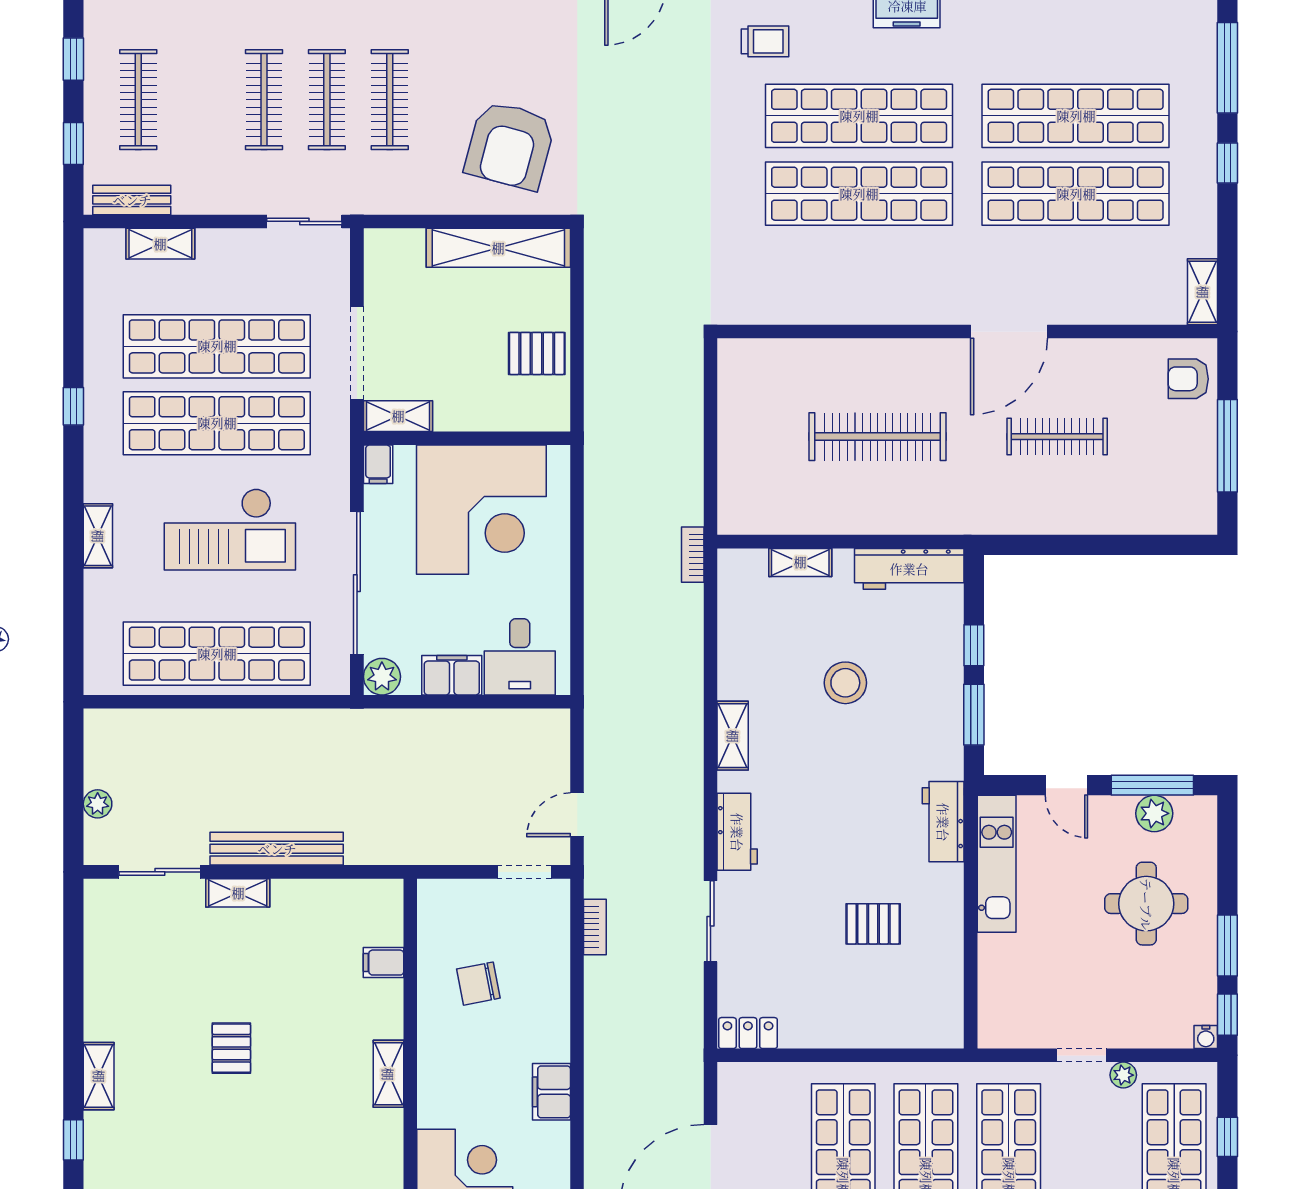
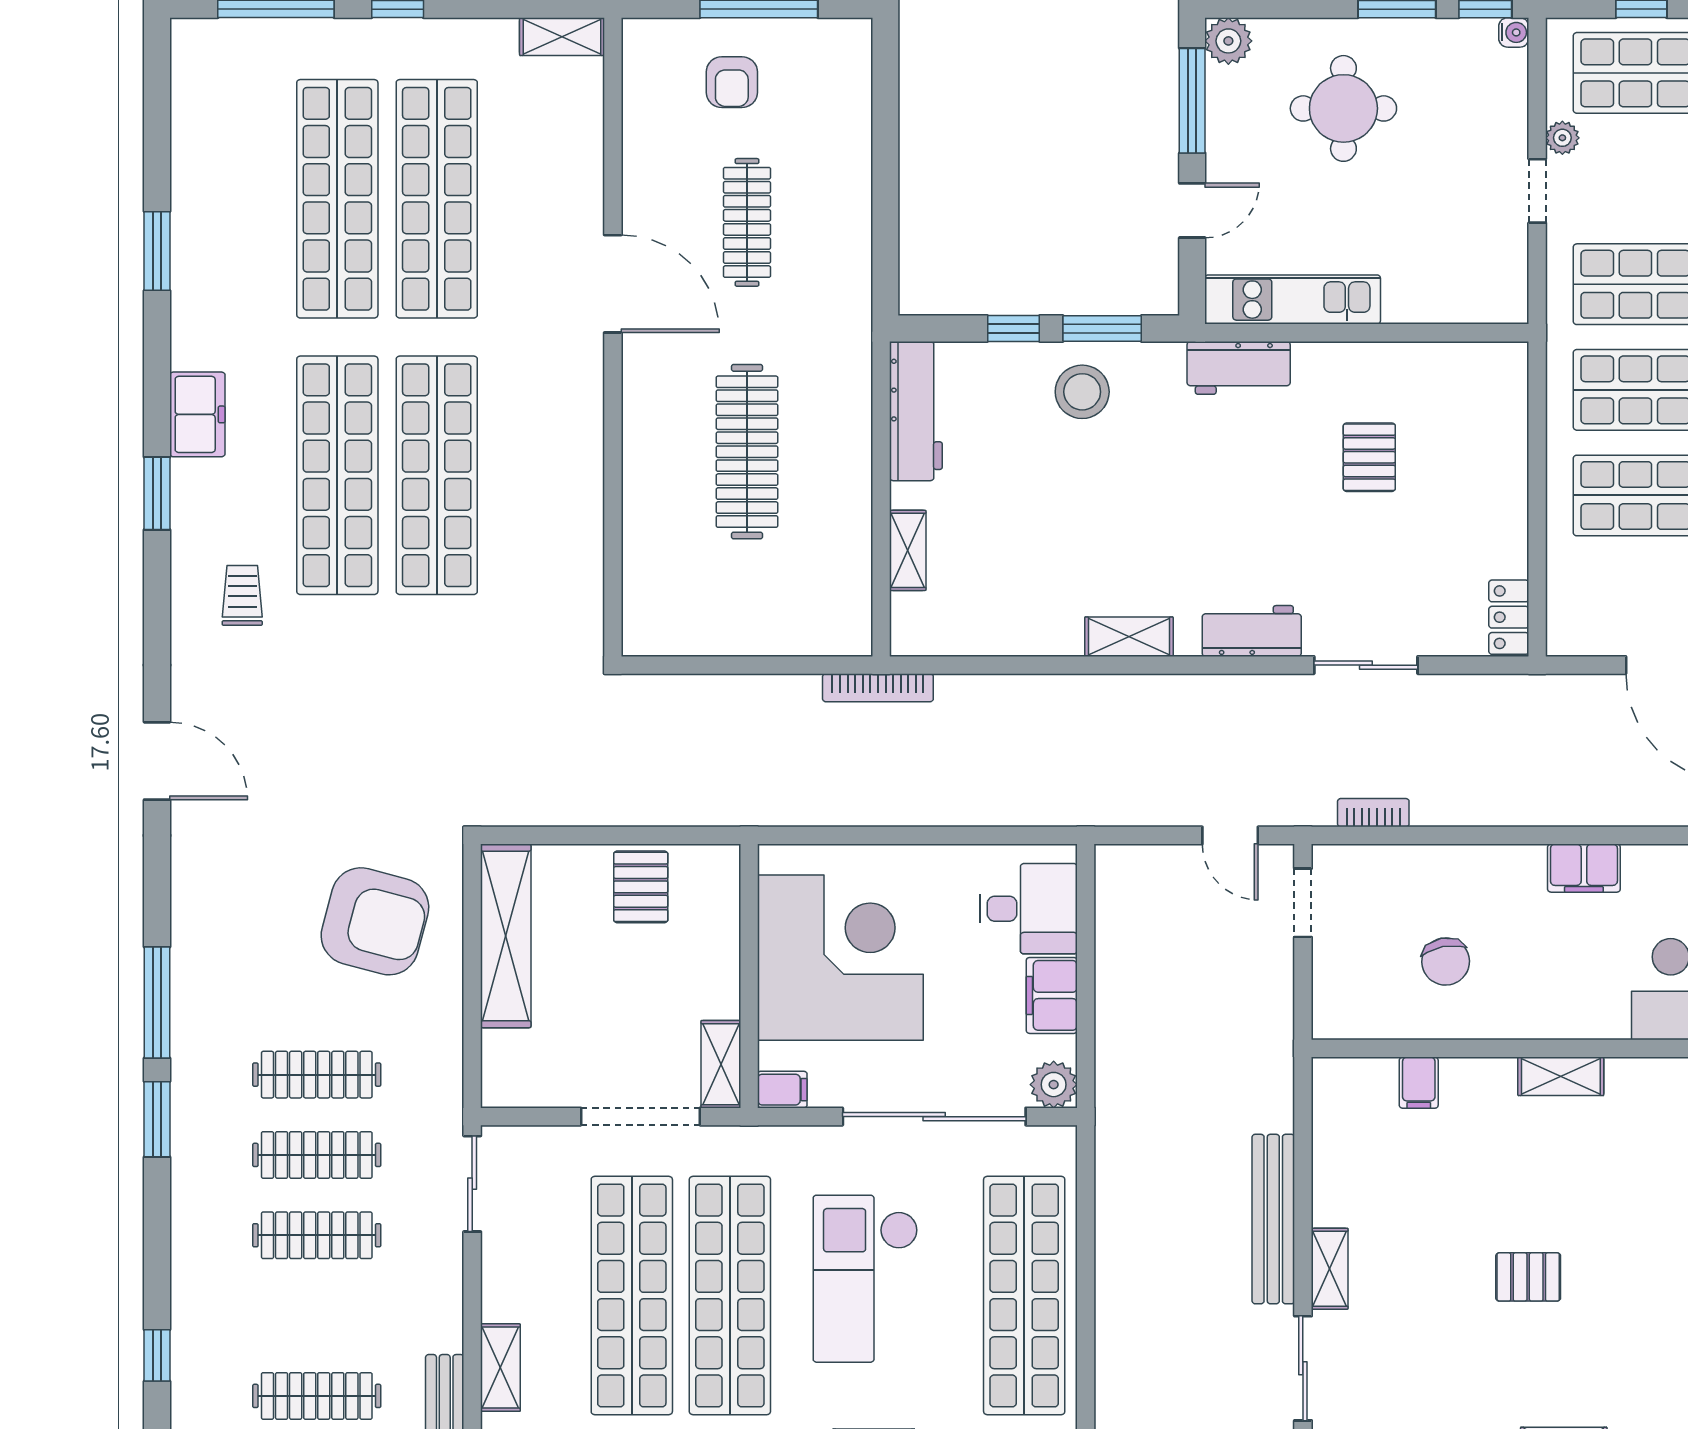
armchair: (1188, 379) -> (732, 82), moved
checkout: (230, 529) -> (865, 1279), turned 180
bookcase: (693, 555) -> (878, 688), width x1.56
stool: (845, 683) -> (1082, 392), moved
plant: (1154, 813) -> (1228, 41), moved

